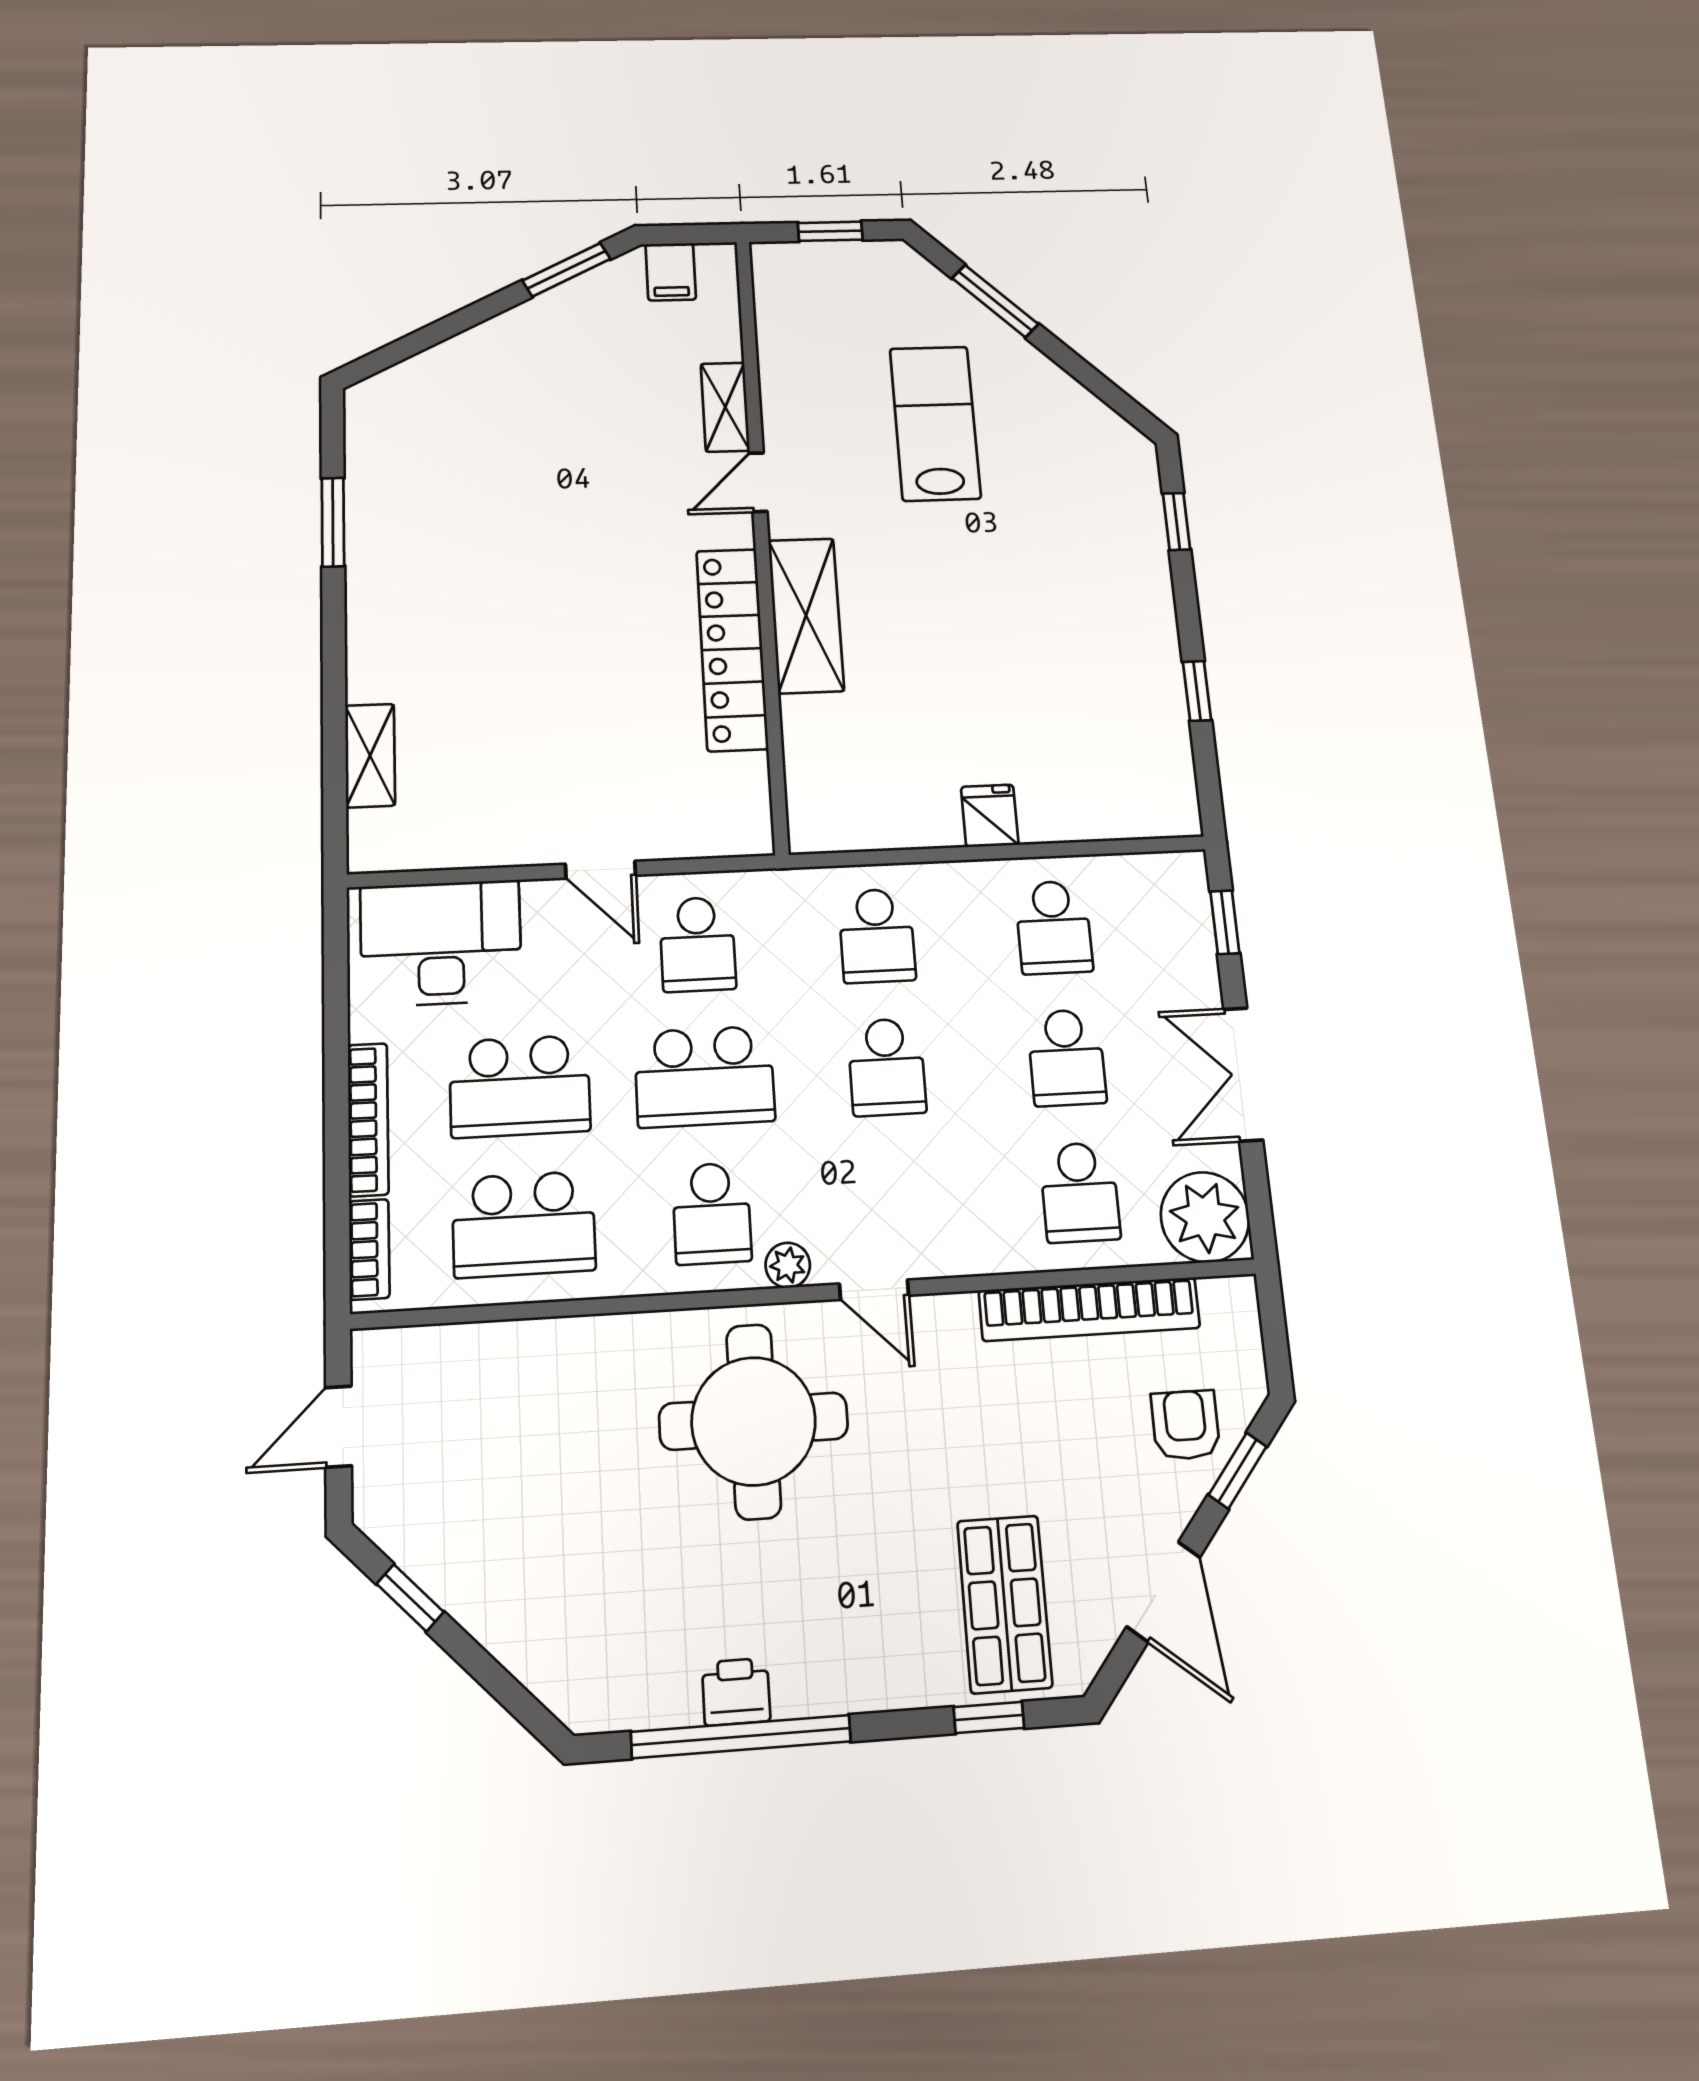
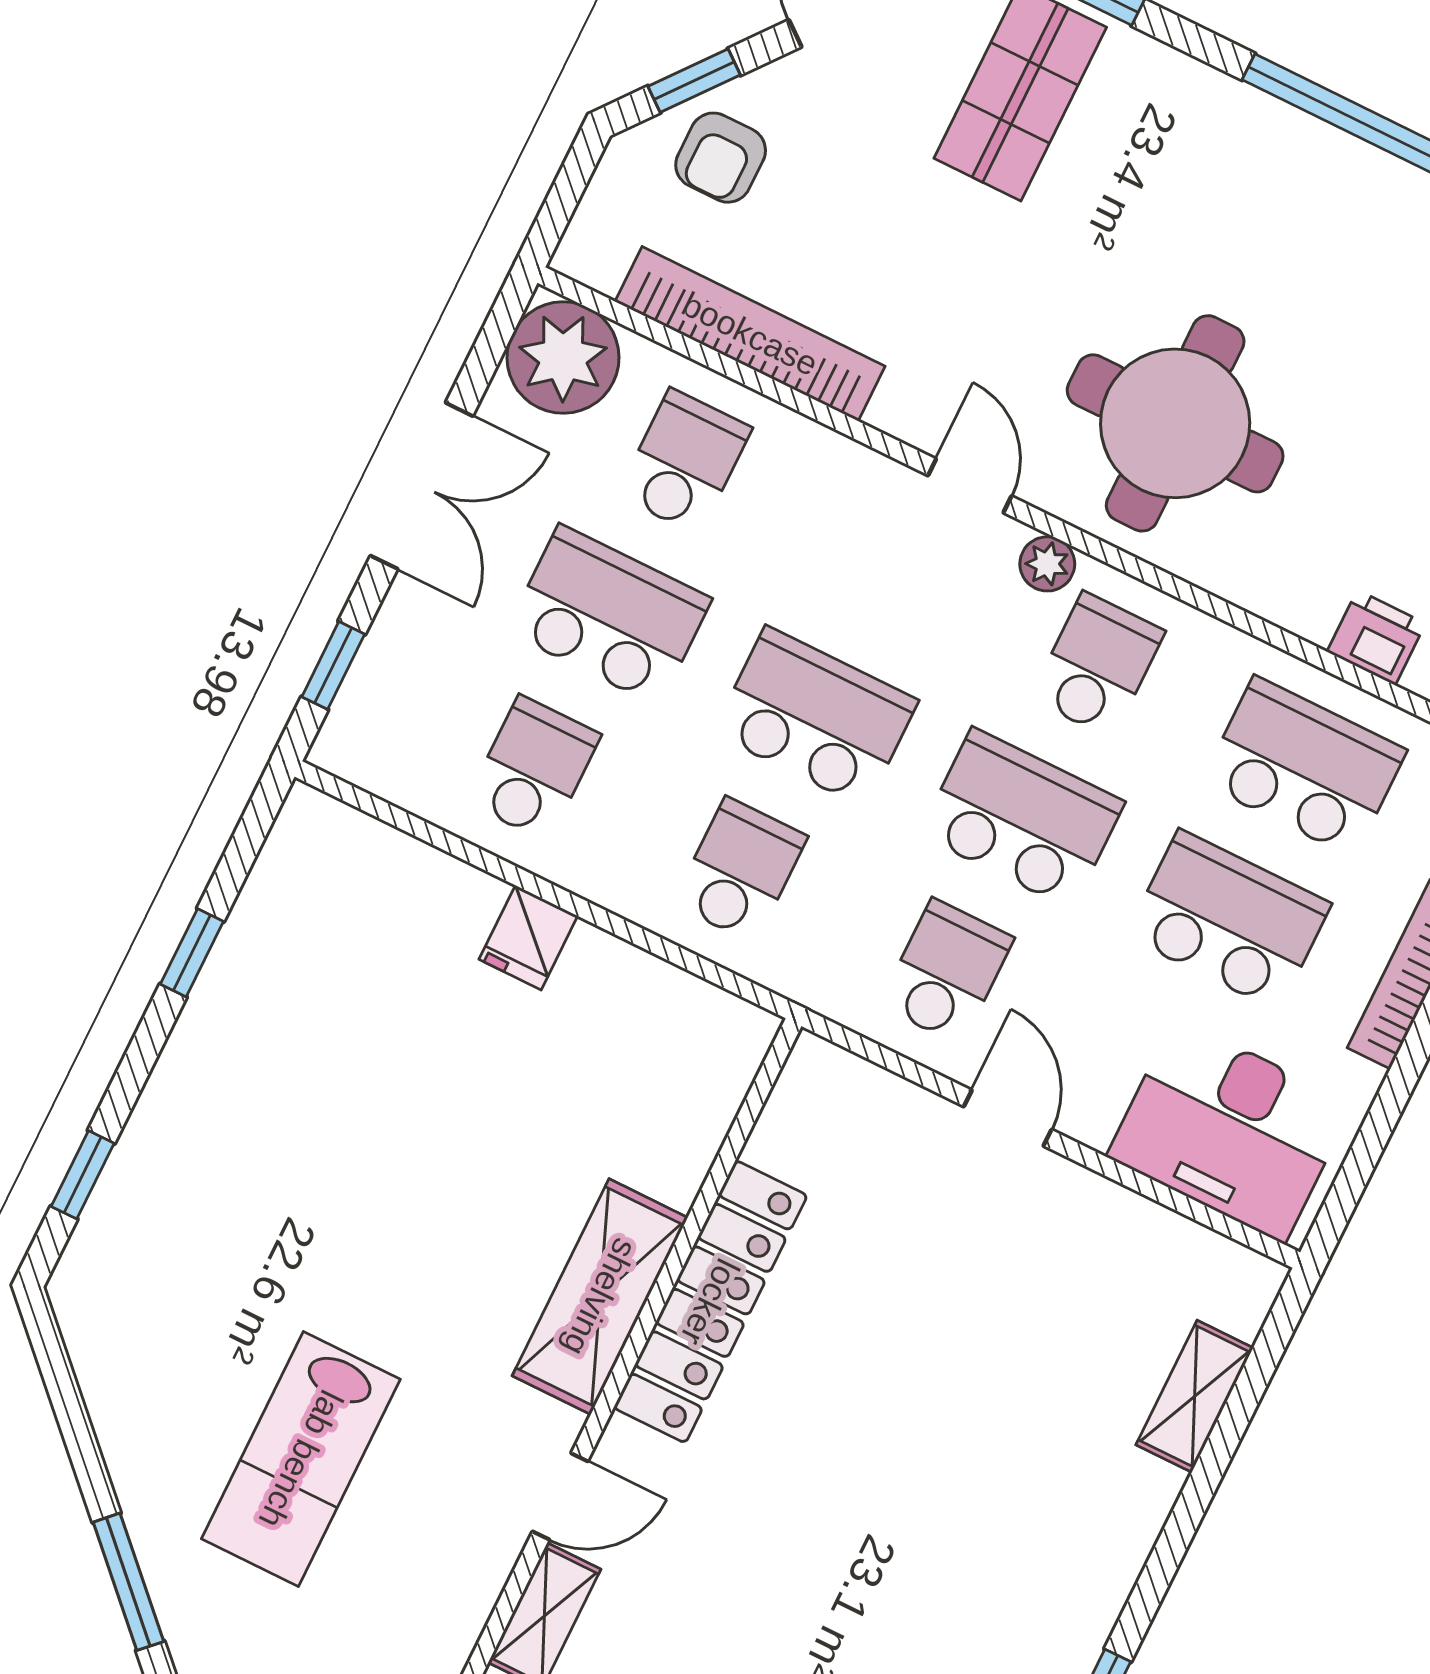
school desk: (1066, 1058) -> (609, 615), width x1.85
school desk: (887, 1067) -> (816, 717), width x1.85
printer: (736, 1692) -> (1376, 638), moved, turned 180

